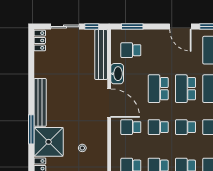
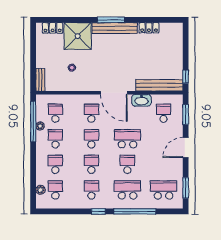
sliding door: (65, 27) -> (186, 51), removed
door: (180, 27) -> (186, 147), moved
locker: (40, 40) -> (149, 28), moved
school desk: (185, 89) -> (127, 164), width x0.54
door: (109, 103) -> (114, 93), hinge flipped
window: (31, 129) -> (111, 20), moved

